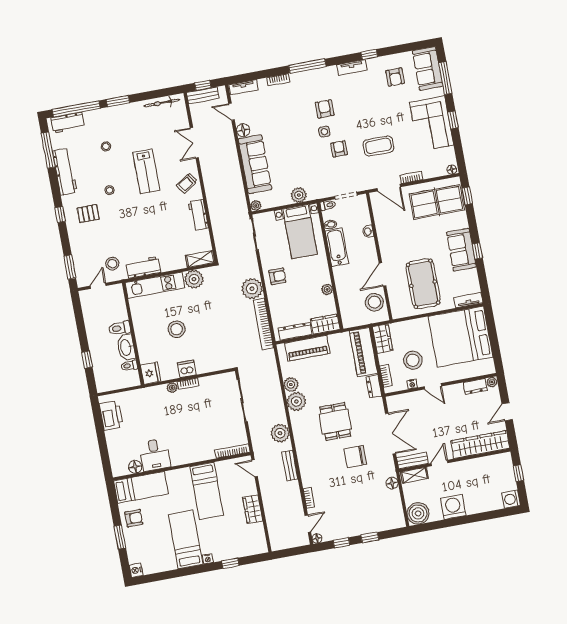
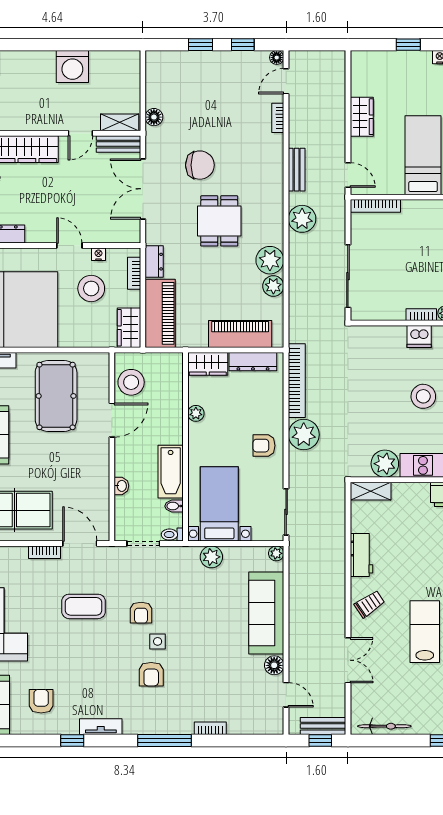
tv unit: (243, 87) -> (262, 727), removed
boiler: (418, 513) -> (125, 66), removed

